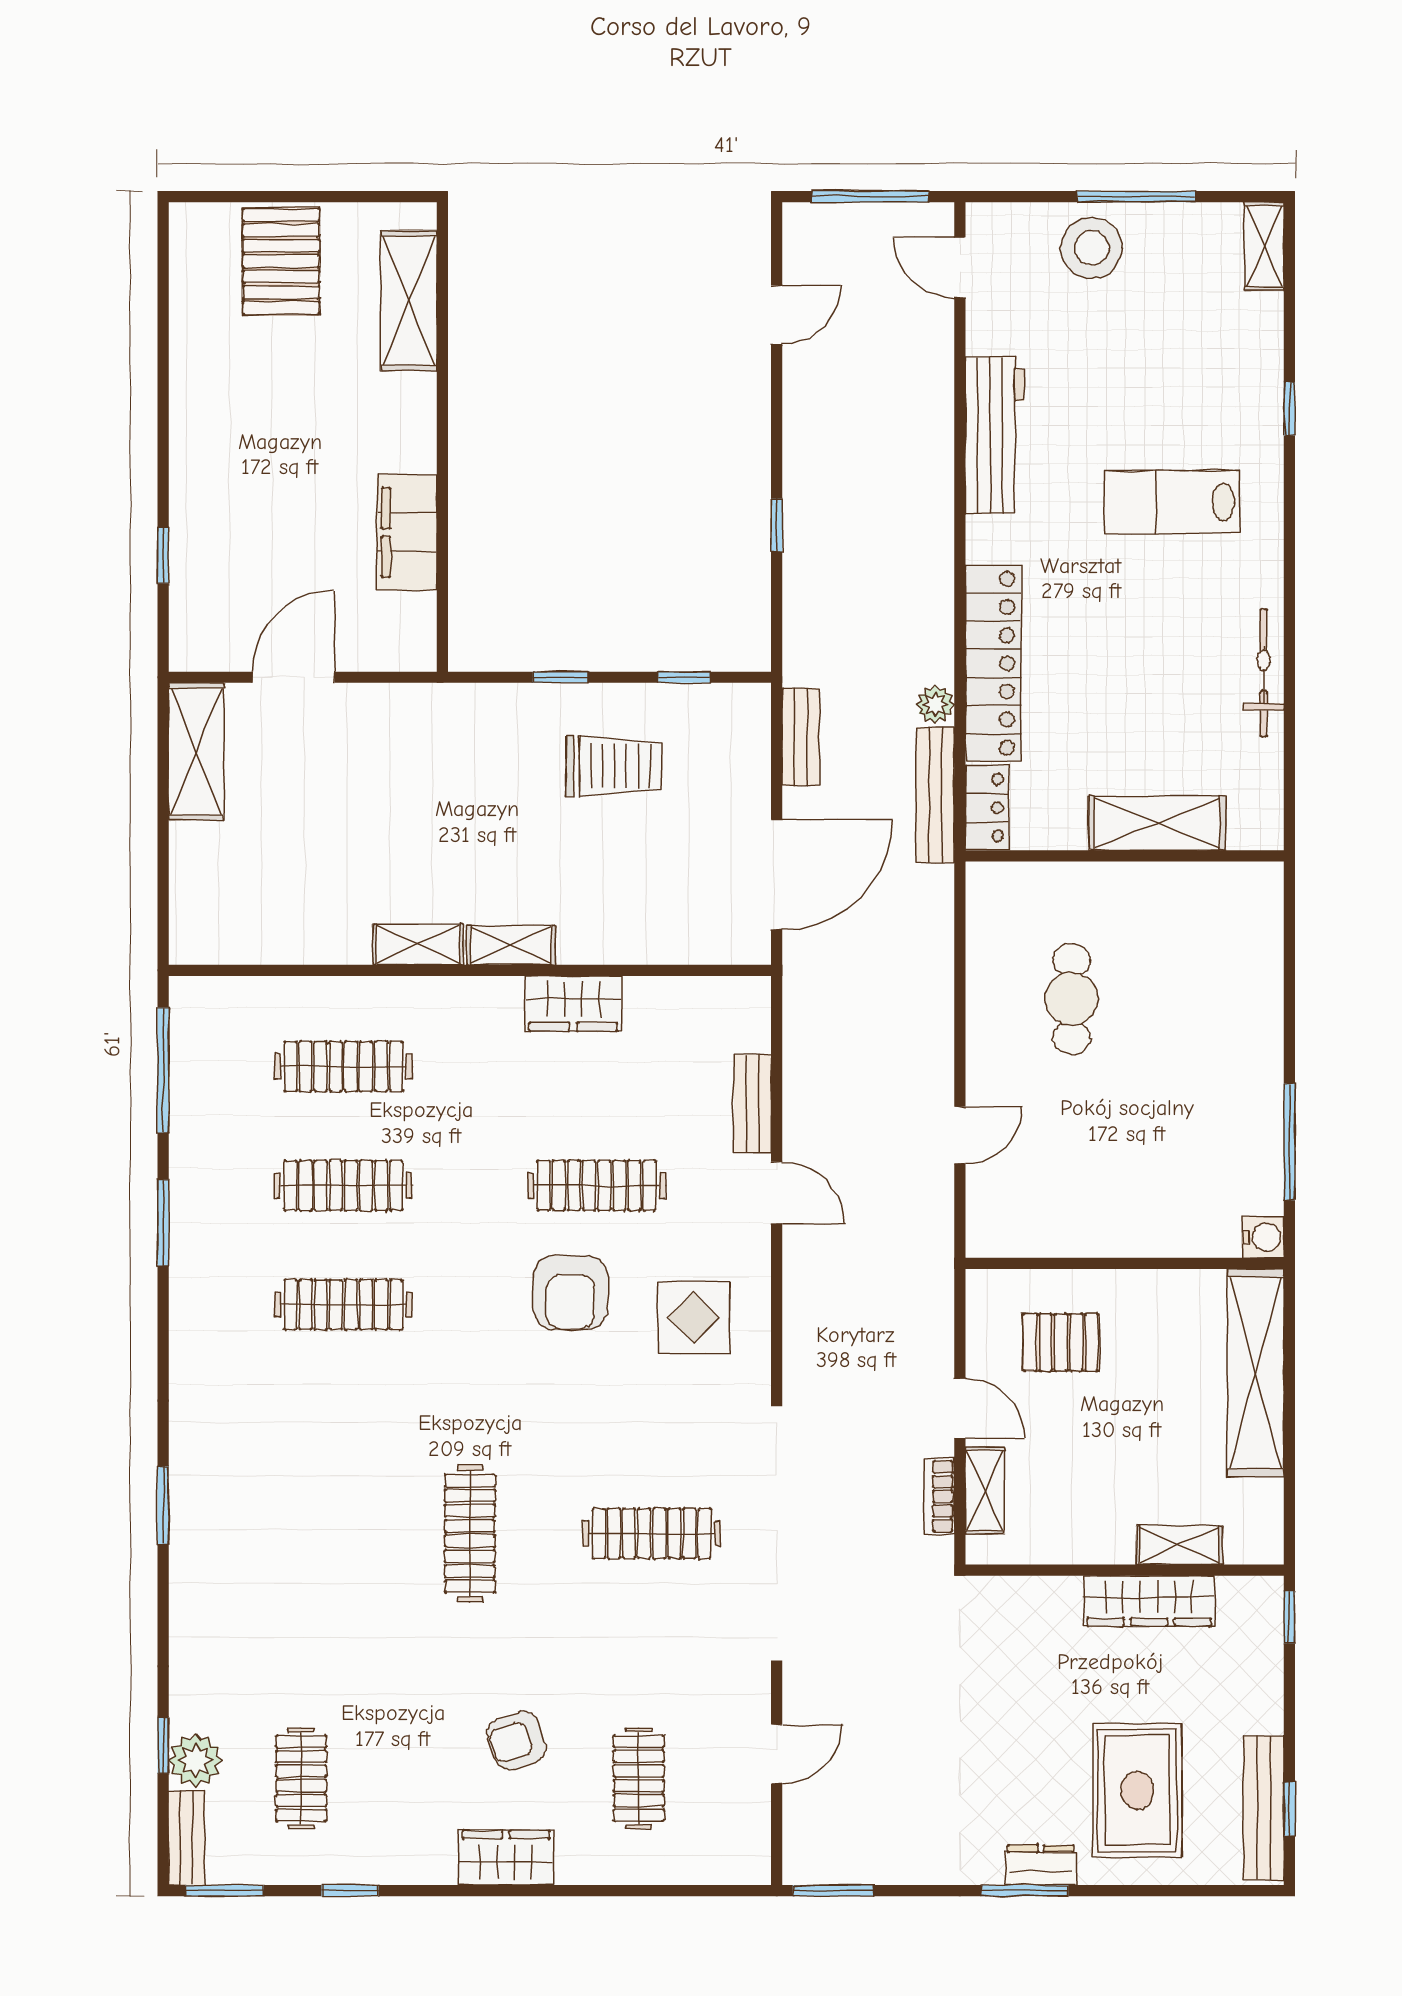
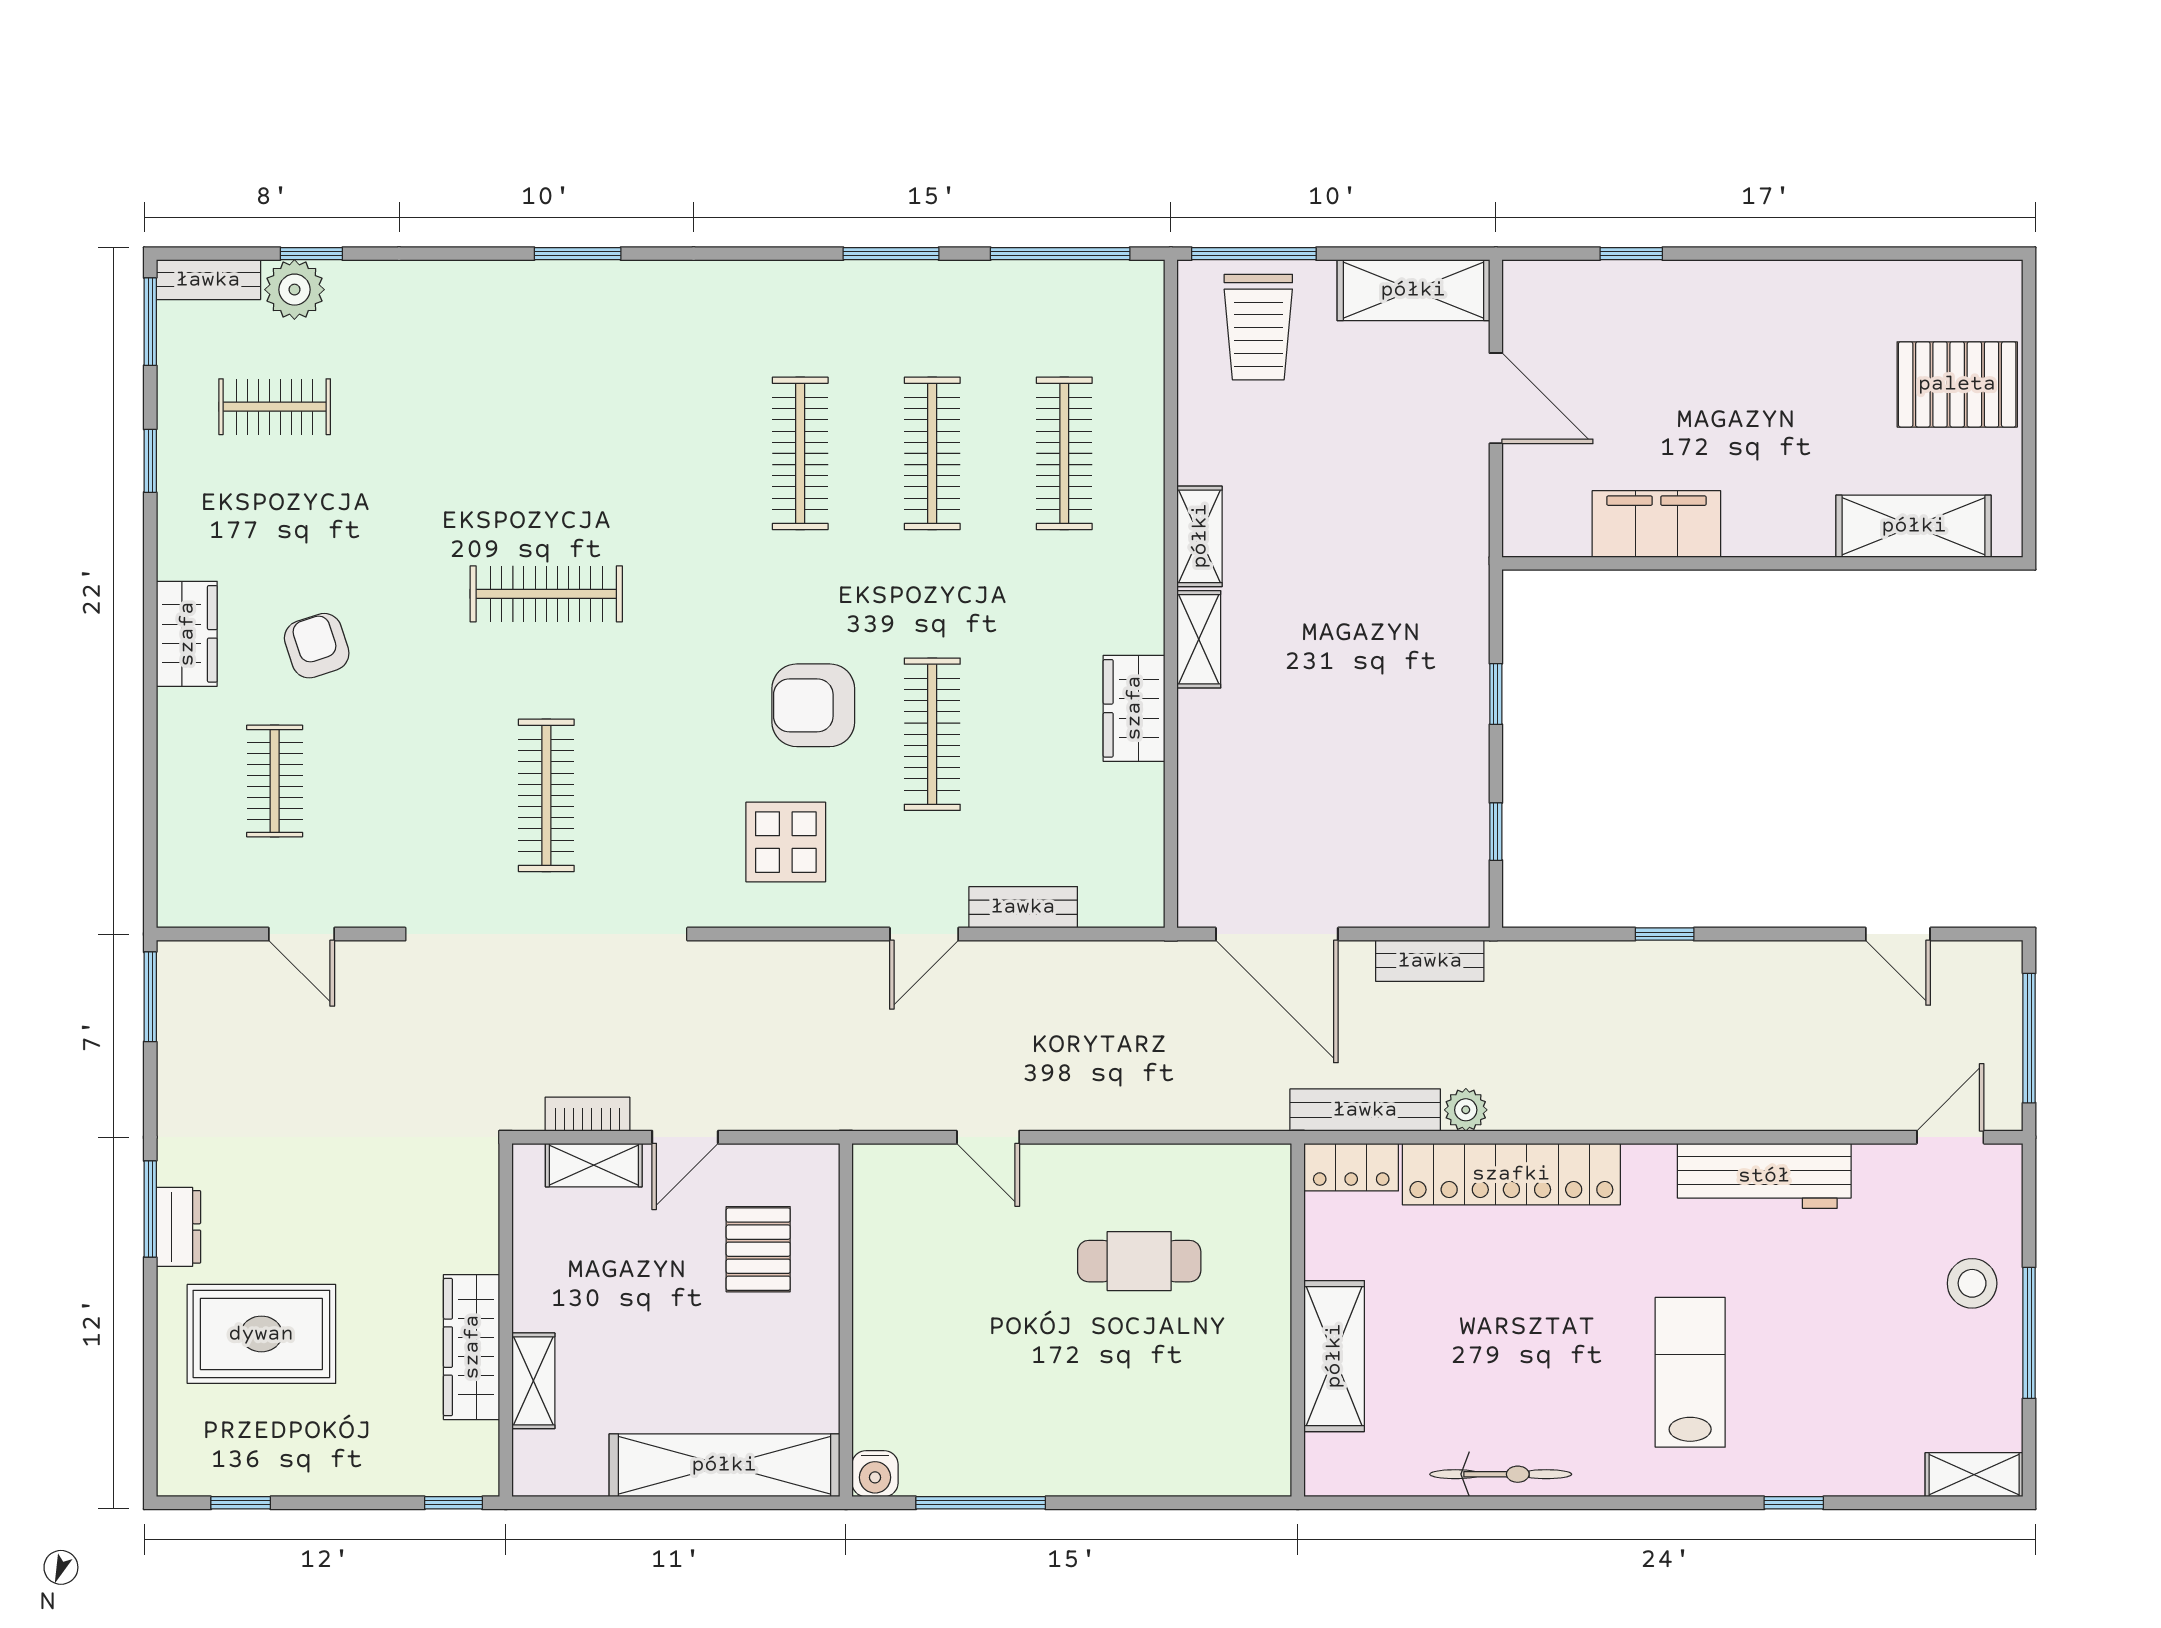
stool: (1092, 248) -> (1972, 1283), width x0.73, depth x0.73
trolley: (614, 766) -> (1258, 327), moved
window: (163, 895) -> (1254, 254), added
clothes rail: (639, 1778) -> (275, 781), turned 90
bench: (1264, 1808) -> (242, 1474), removed

